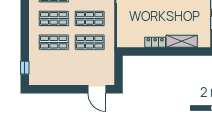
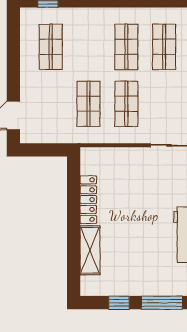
shop shelf: (54, 42) -> (51, 47), moved
locker: (155, 42) -> (88, 200), width x1.53

